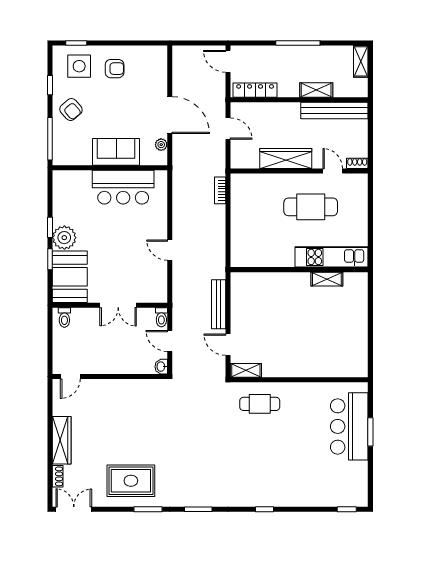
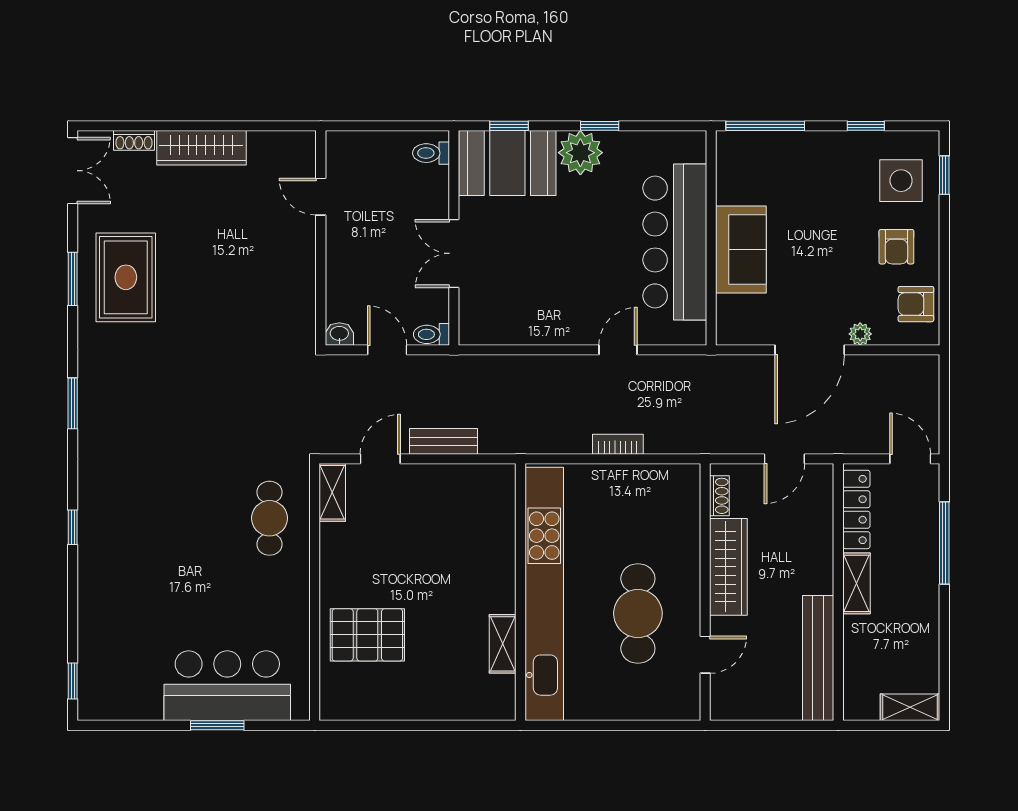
window: (298, 43) -> (944, 543), moved
door: (228, 61) -> (910, 459), hinge flipped
shelving: (316, 90) -> (857, 583), moved
armchair: (71, 110) -> (916, 304), moved, turned 41
plant: (161, 145) -> (860, 334), moved
shoe rack: (357, 163) -> (719, 496), moved
bar counter: (123, 187) -> (675, 242), width x1.36
bookcase: (220, 190) -> (618, 444), moved
door: (170, 250) -> (618, 350), moved
kitchen unit: (332, 257) -> (544, 594), width x1.86
window: (50, 259) -> (509, 126), moved
bench: (219, 304) -> (444, 441), width x0.73
door: (170, 341) -> (387, 350), hinge flipped
pallet: (322, 352) -> (367, 635), added
door: (70, 376) -> (321, 197), moved
window: (148, 509) -> (73, 279), moved

